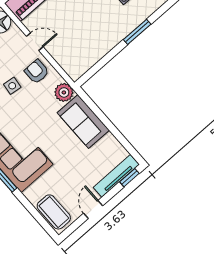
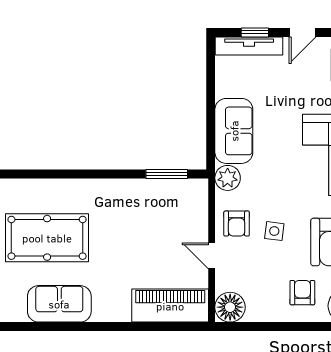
window: (137, 32) -> (167, 174), moved
window: (129, 178) -> (255, 32), moved

